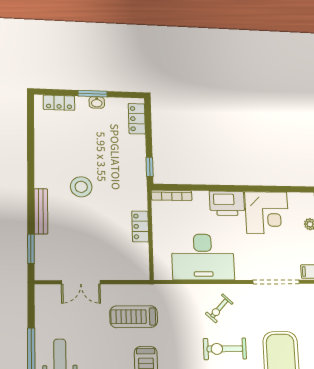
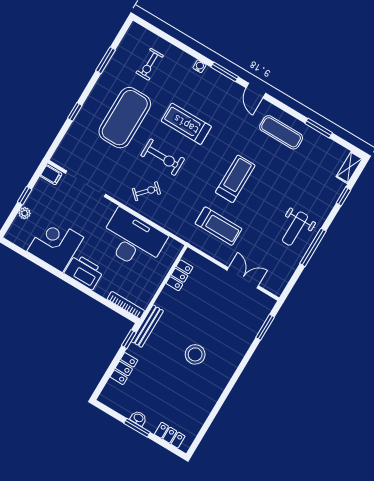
locker: (137, 119) -> (124, 369), moved
bench: (41, 211) -> (147, 326), moved
locker: (140, 226) -> (179, 275), moved

